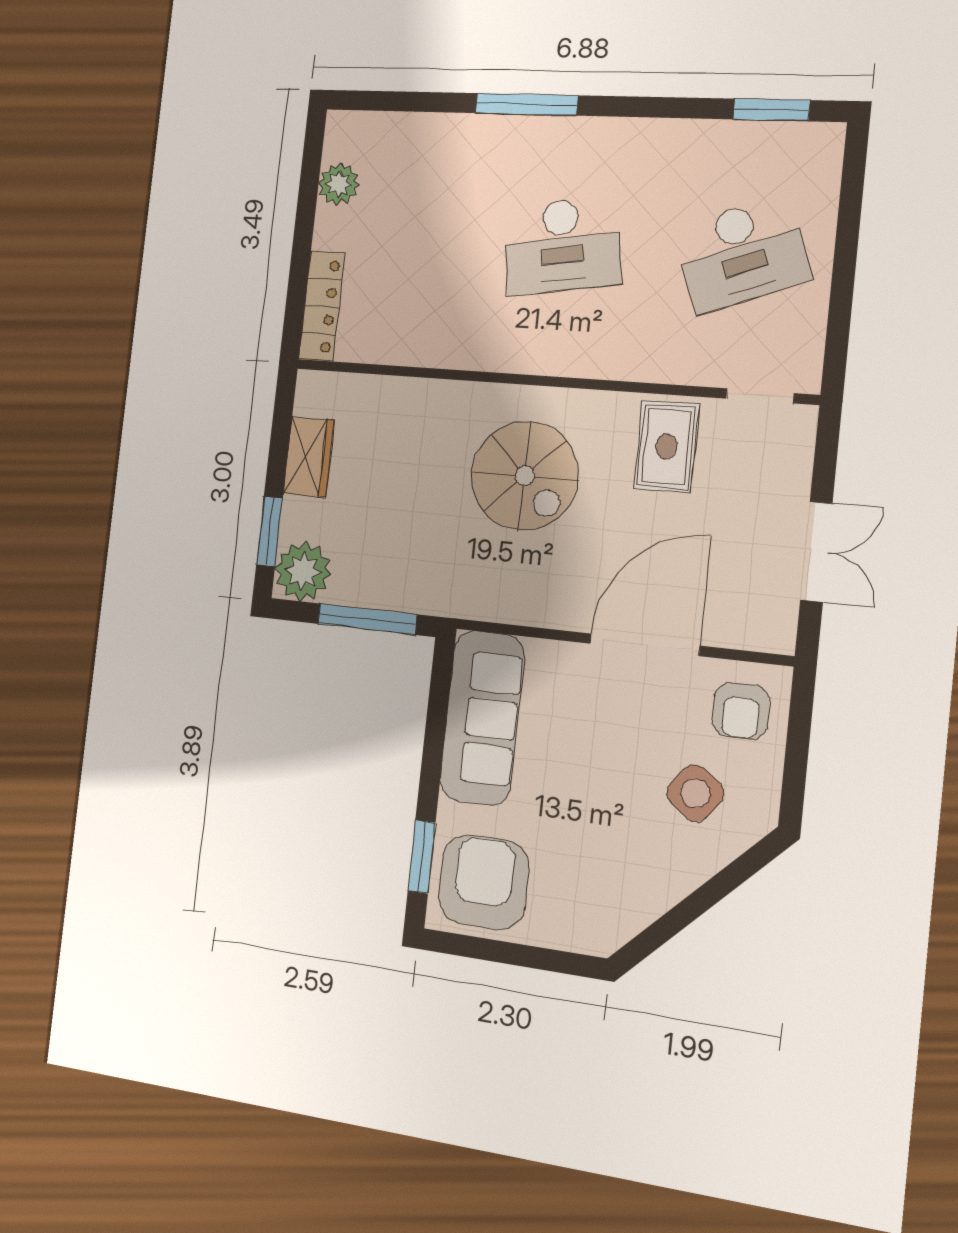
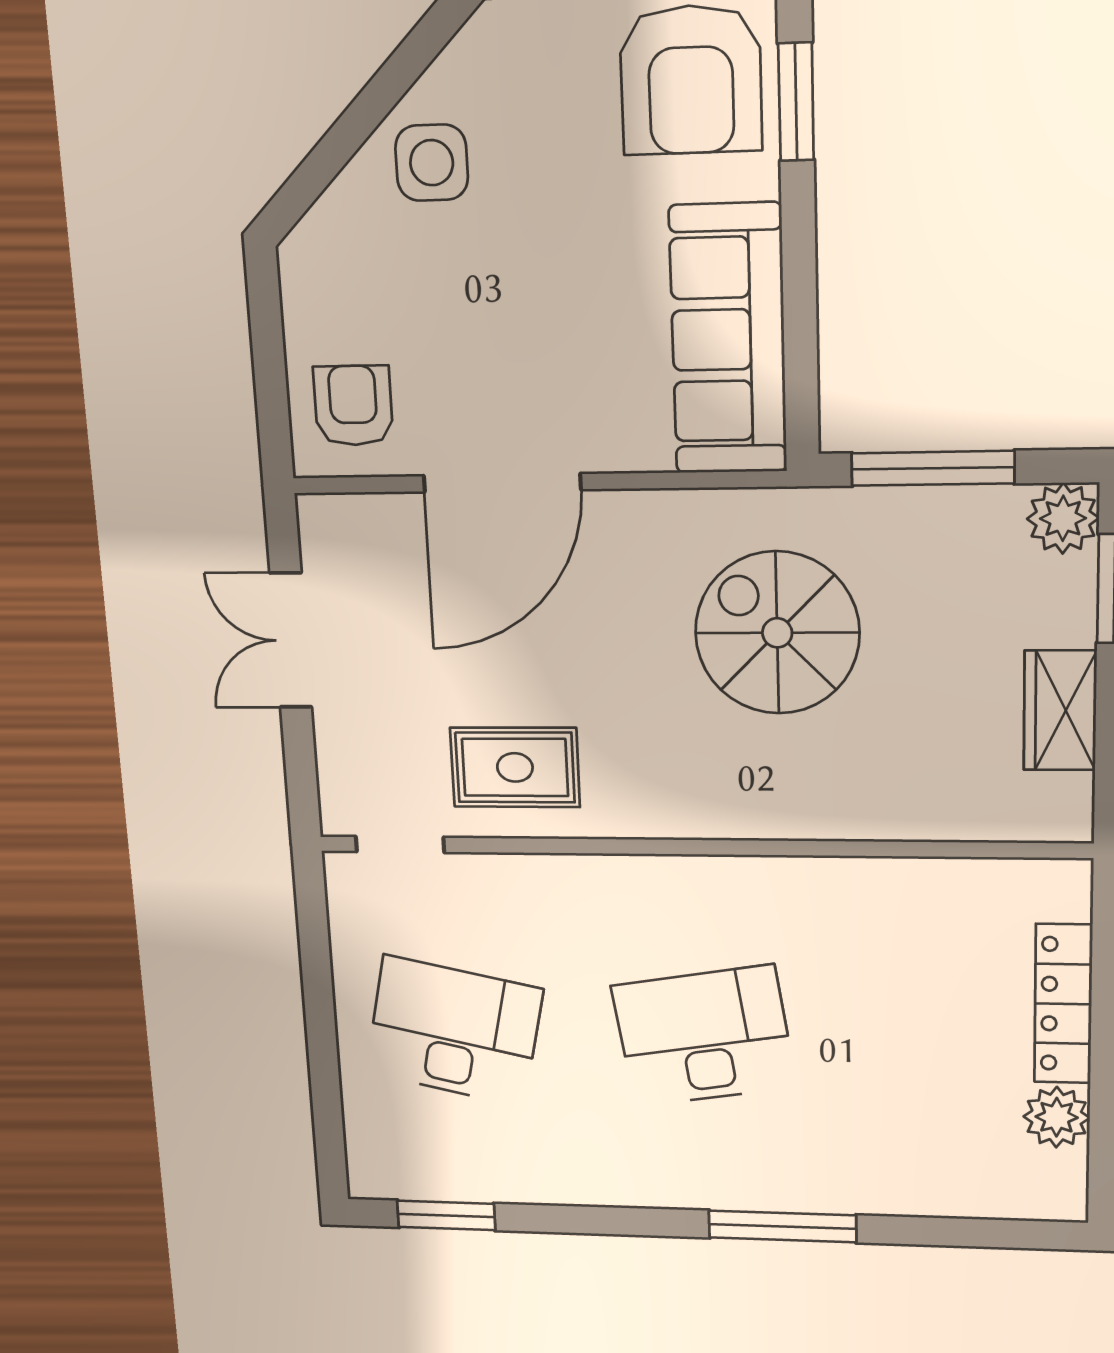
desk: (742, 254) -> (454, 1031), turned 33
locker: (322, 306) -> (1063, 1004), moved
rug: (666, 446) -> (515, 767), turned 90
spiral stairs: (525, 476) -> (777, 633), moved
plant: (303, 571) -> (1063, 518), width x0.73, depth x0.73
side table: (695, 793) -> (432, 163), moved, turned -36

